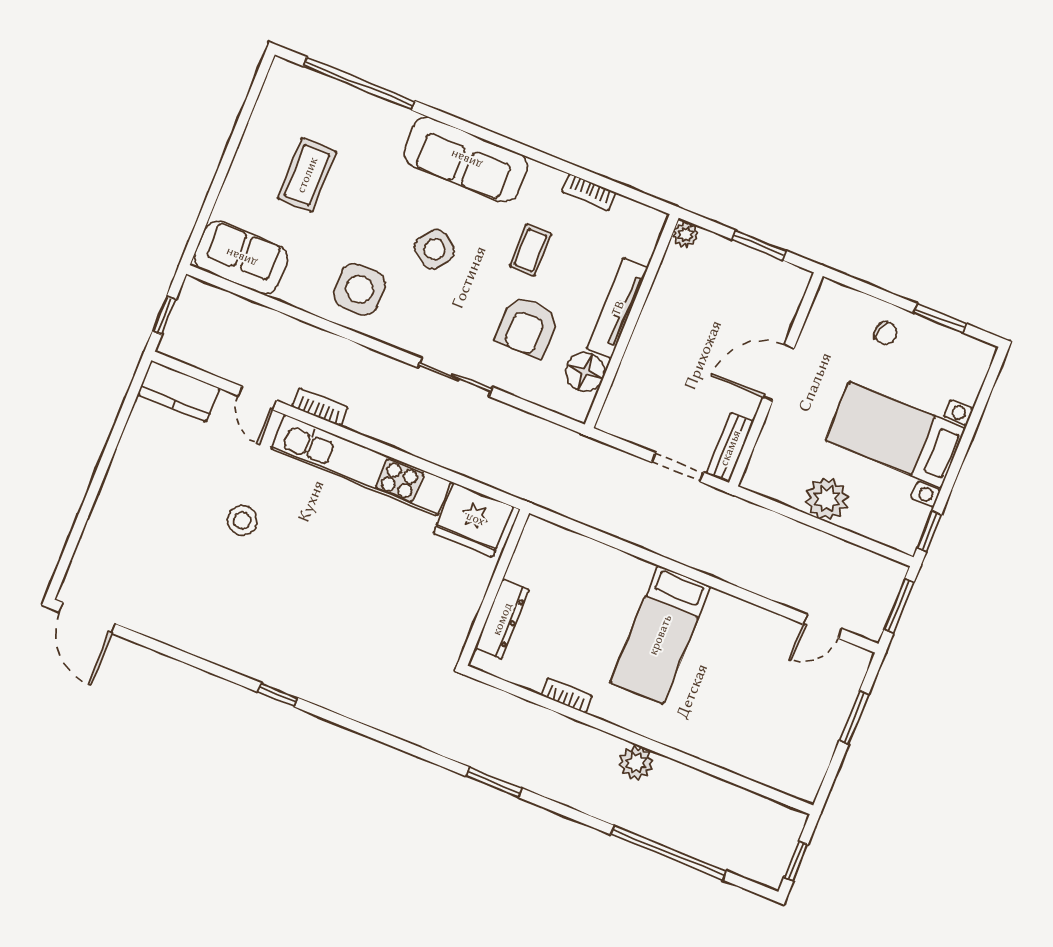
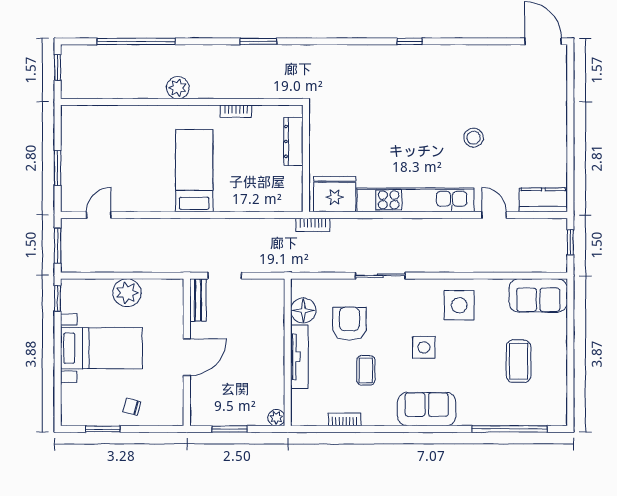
sofa: (466, 160) -> (427, 409), width x0.73
side table: (434, 249) -> (424, 347), turned -37
bookcase: (320, 407) -> (313, 225), moved

